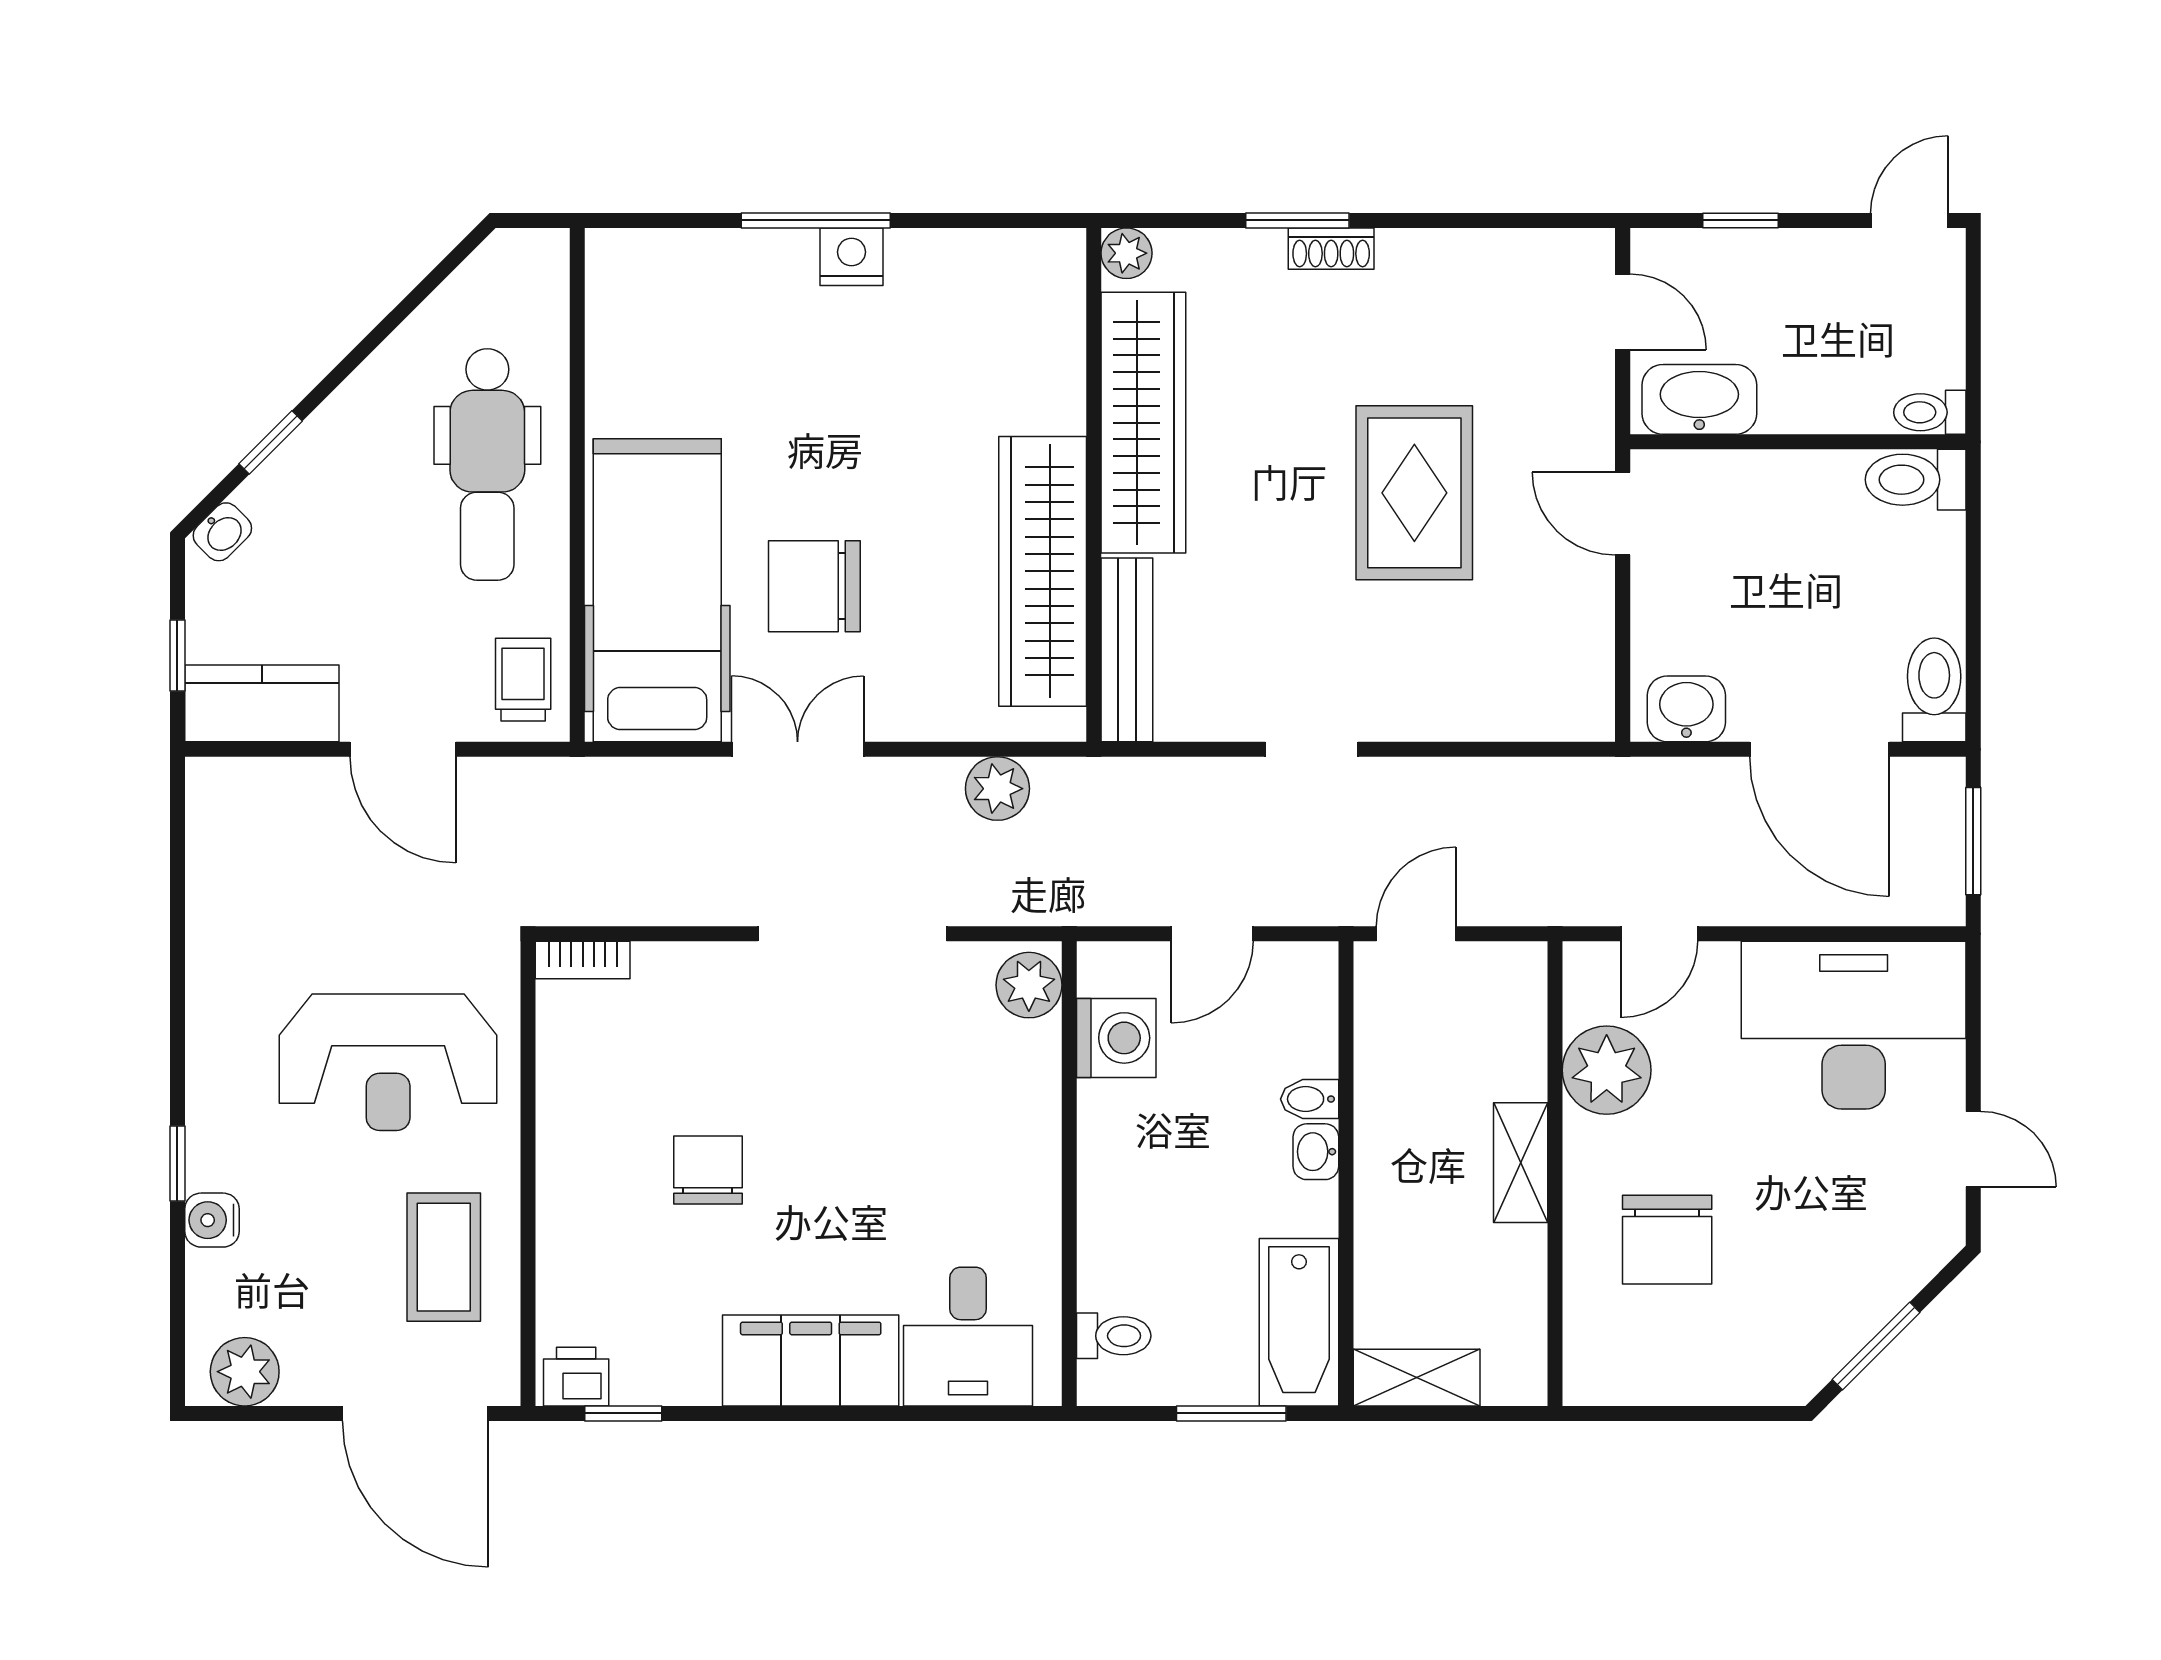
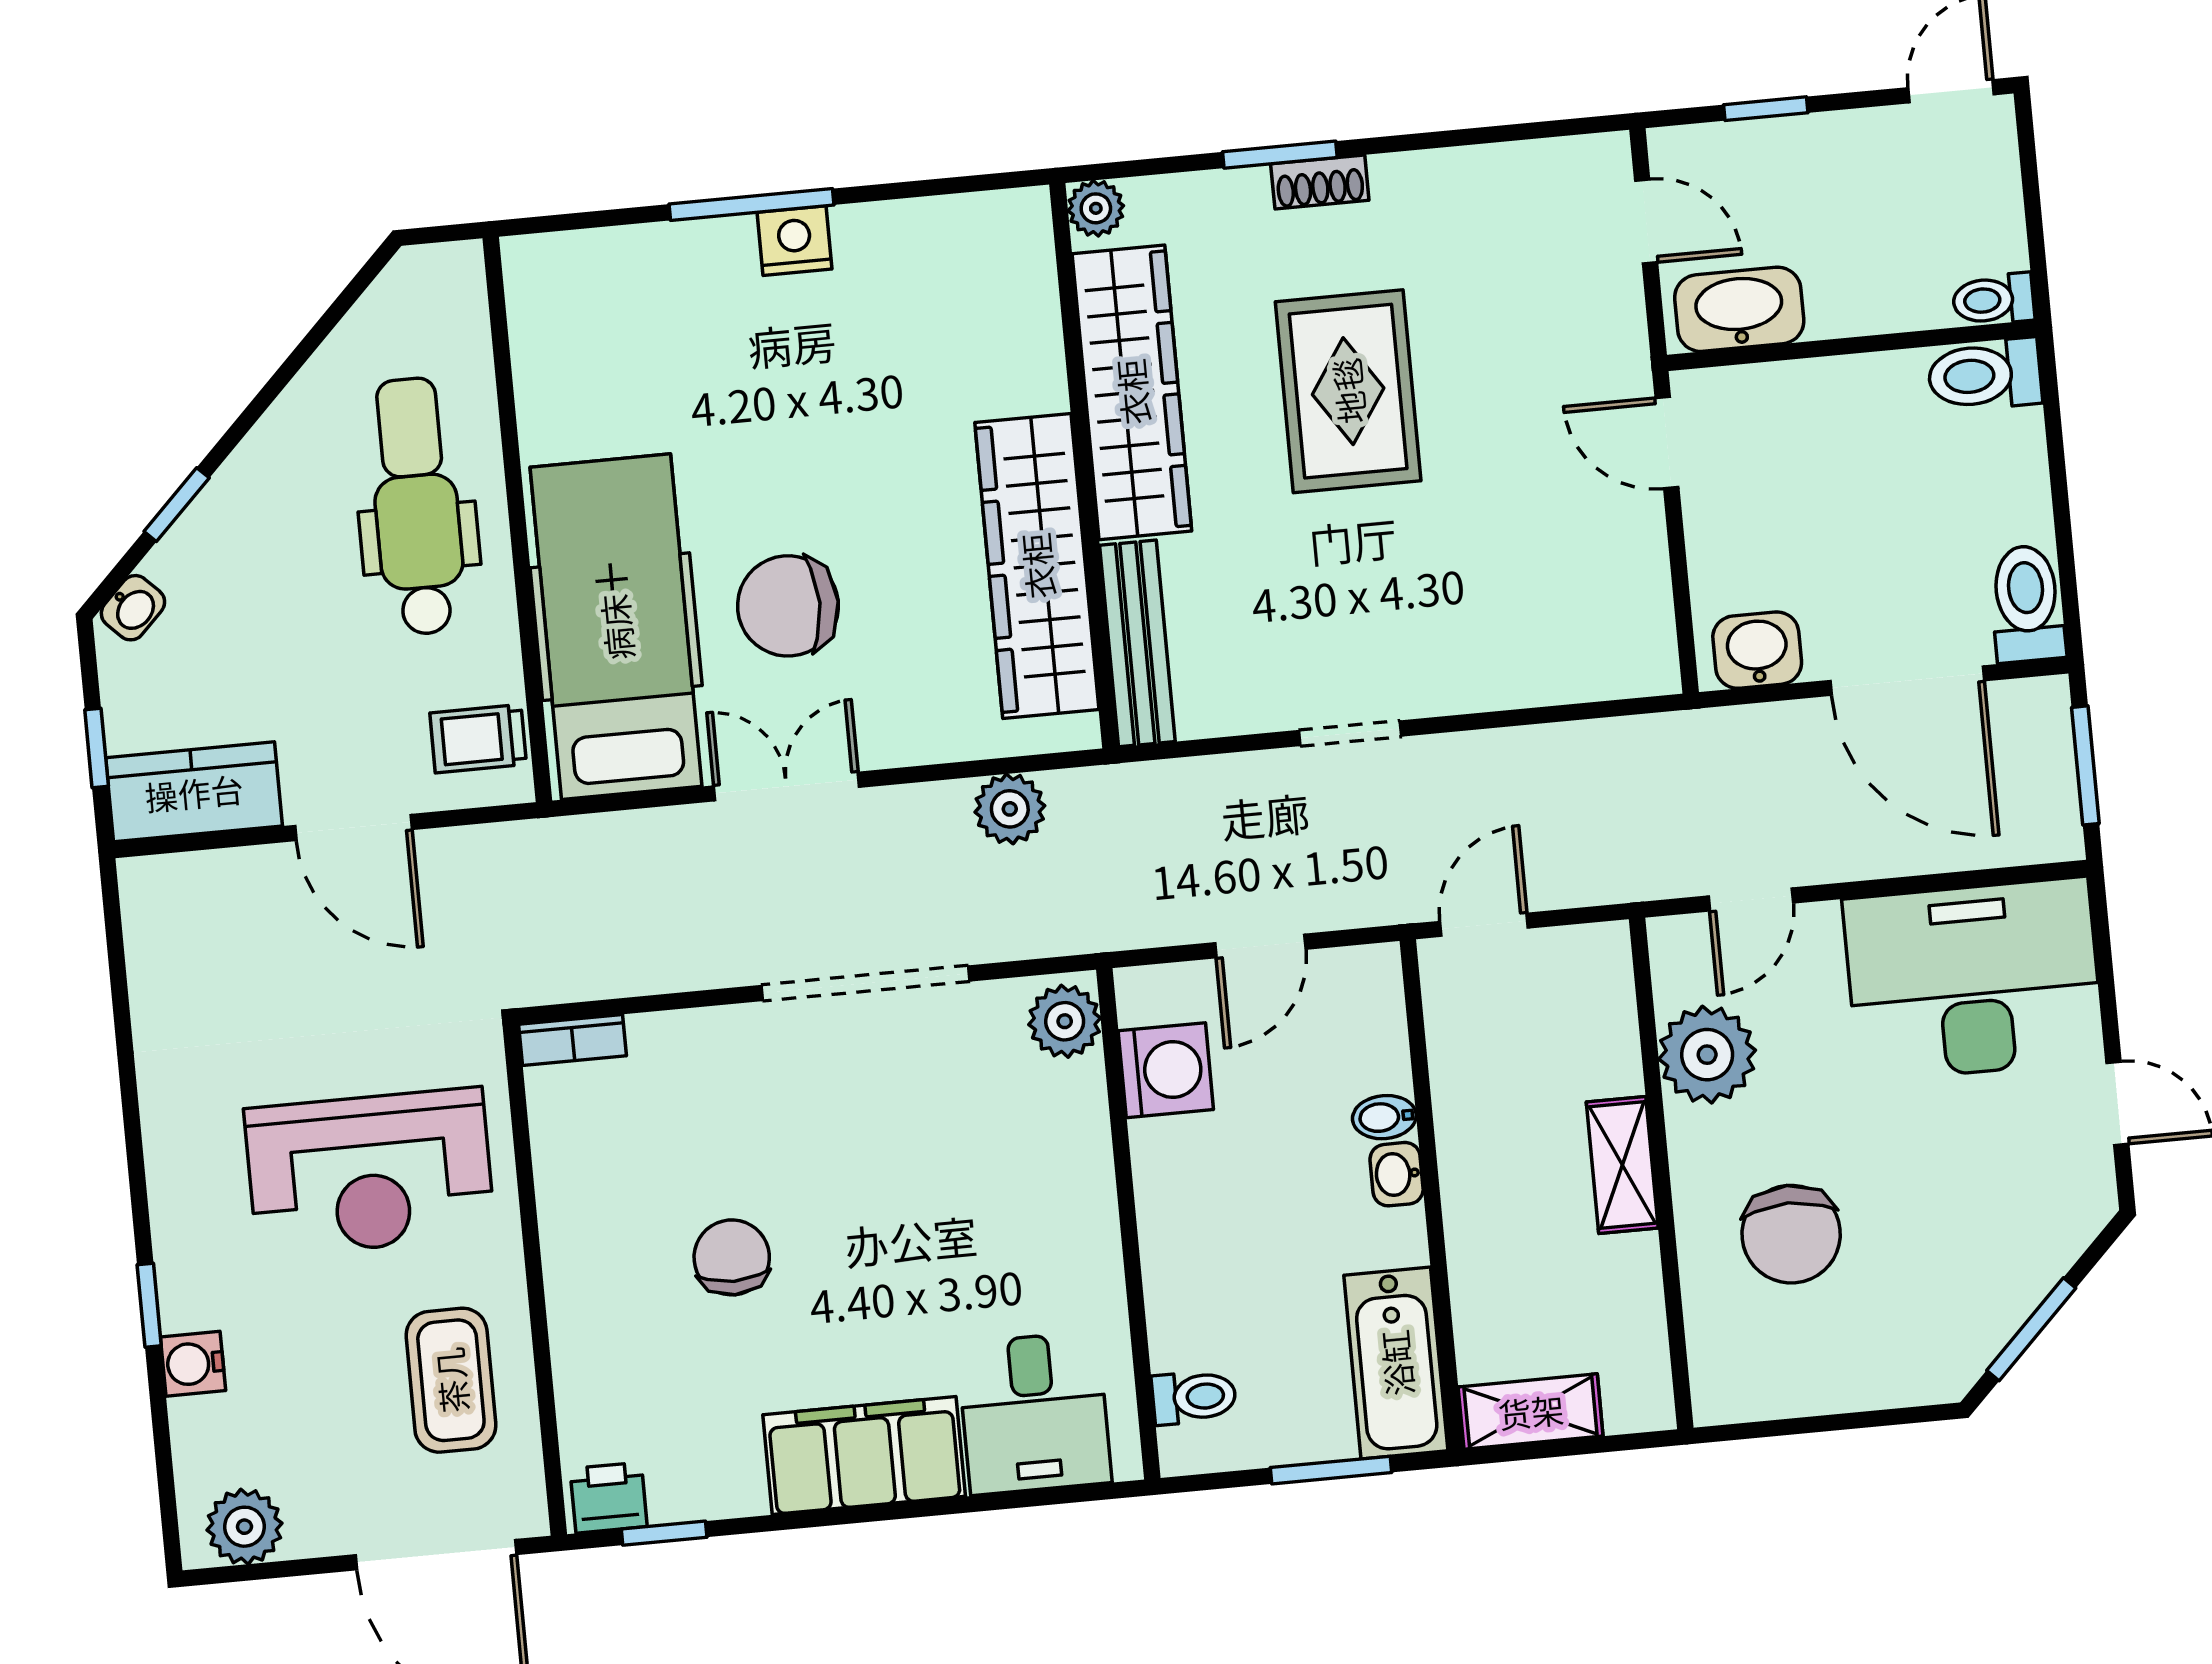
dental chair: (487, 464) -> (417, 506), turned 180
rug: (1414, 493) -> (1348, 391), moved
trolley: (523, 680) -> (478, 739), turned -90

